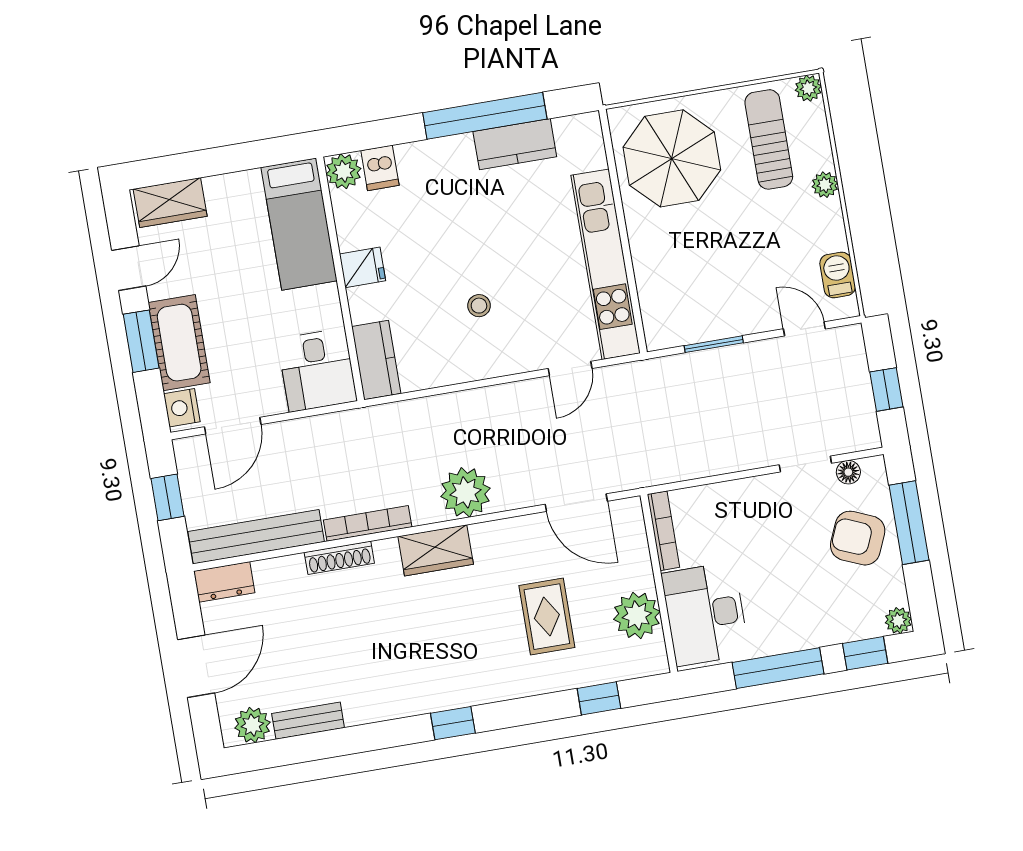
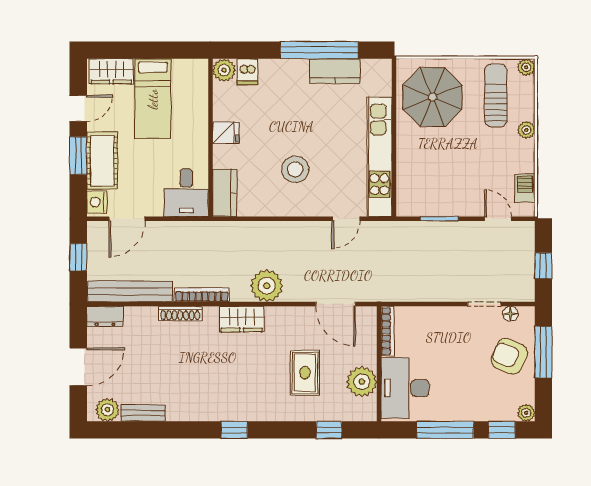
bed: (299, 224) -> (153, 99), moved
stool: (479, 306) -> (295, 169), width x1.89, depth x1.89

